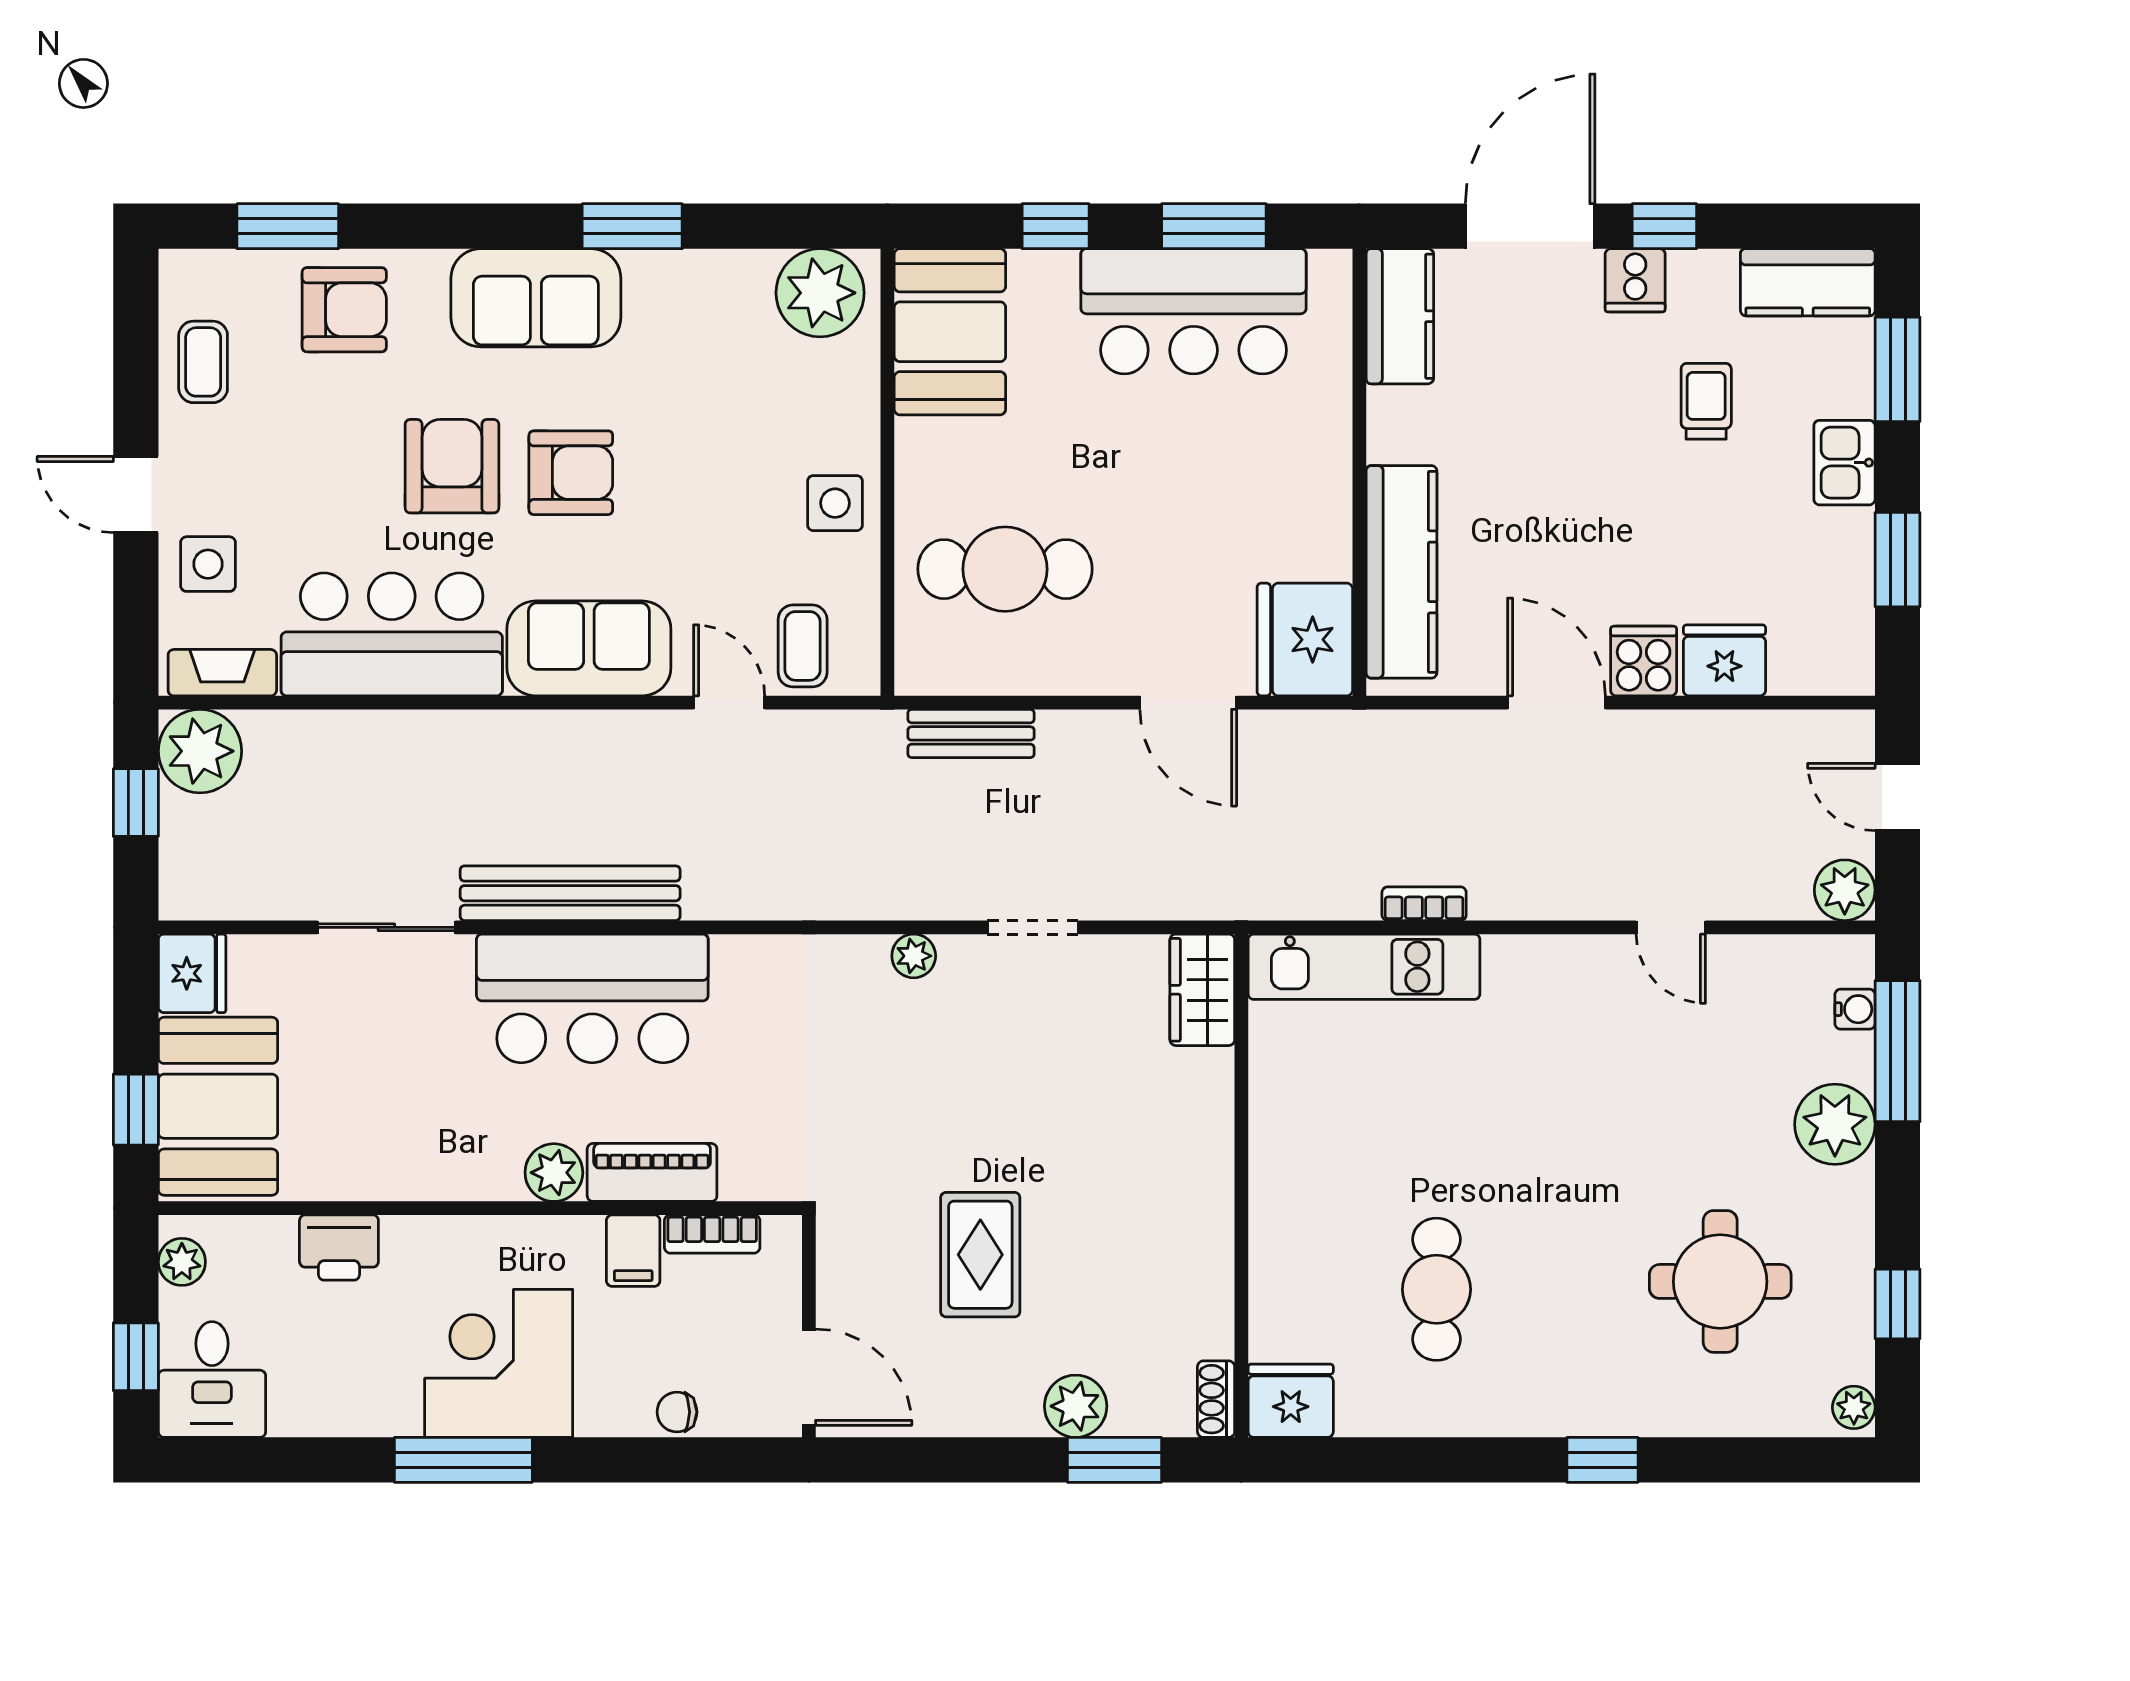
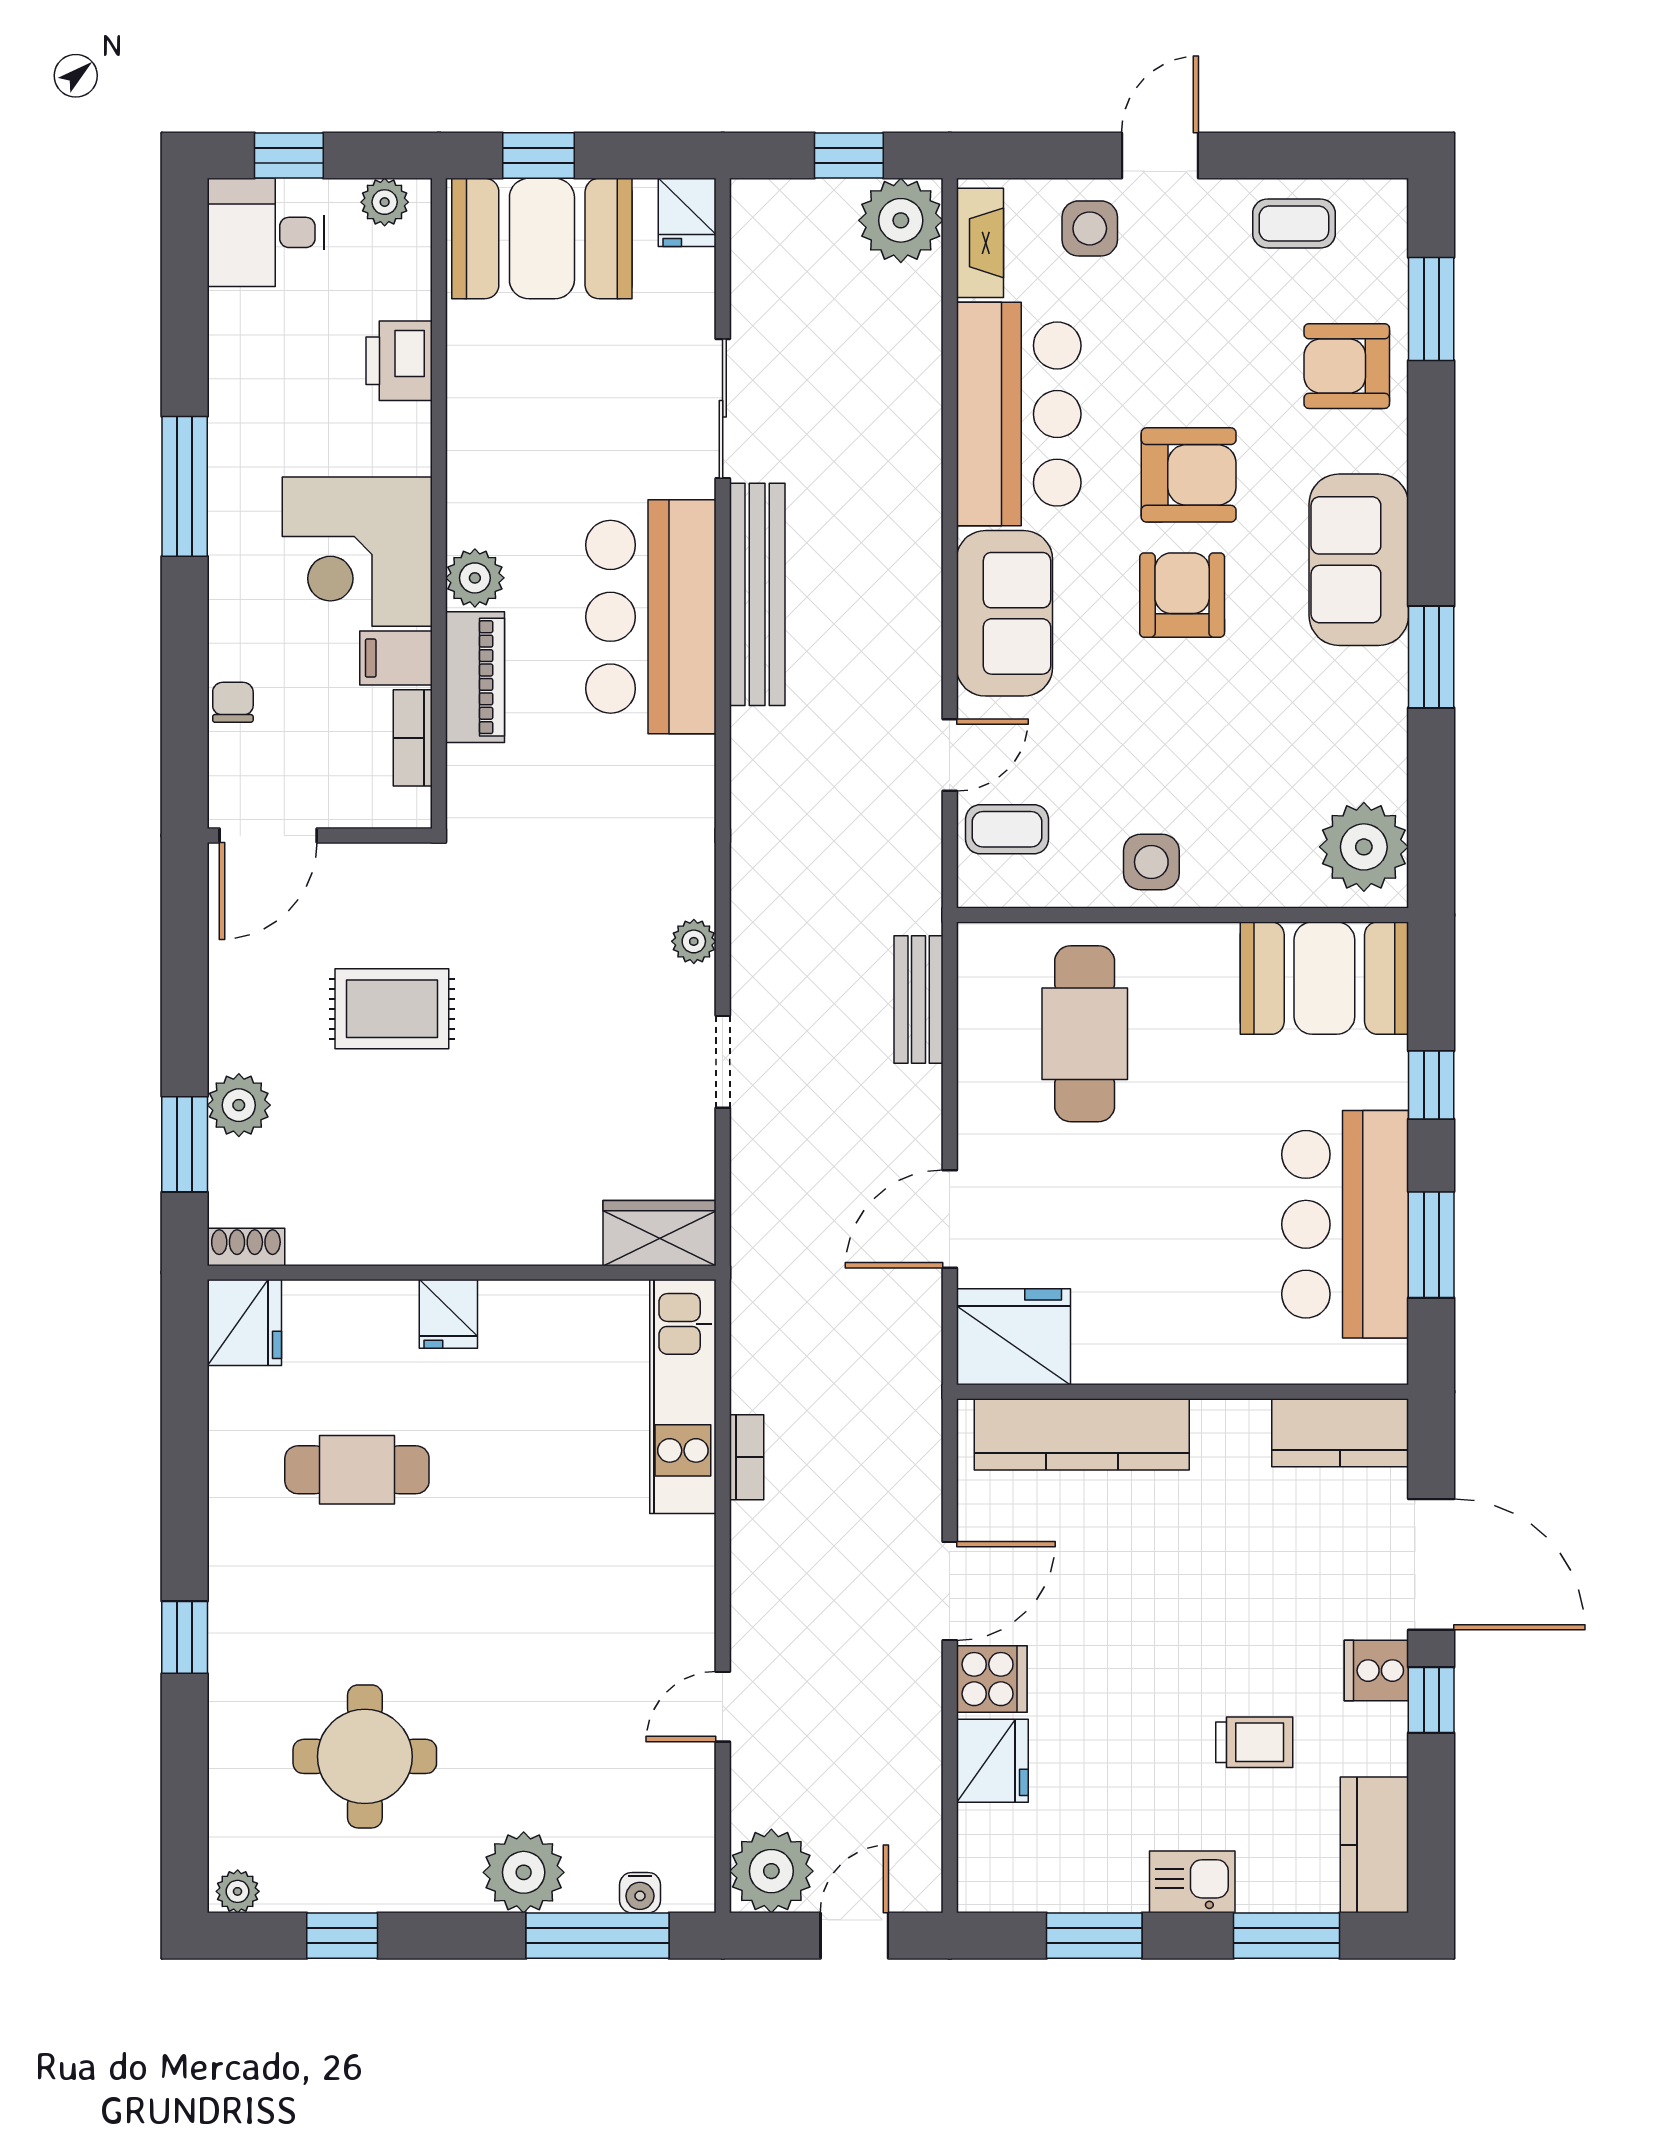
armchair: (344, 310) -> (1347, 366), turned 90
armchair: (571, 473) -> (1182, 595), turned 180
plant: (1845, 890) -> (771, 1871), width x1.36, depth x1.36
fridge: (192, 973) -> (687, 212), width x0.72
fridge: (1282, 1199) -> (448, 1314), added
corner desk: (499, 1363) -> (357, 552), moved, turned 180

